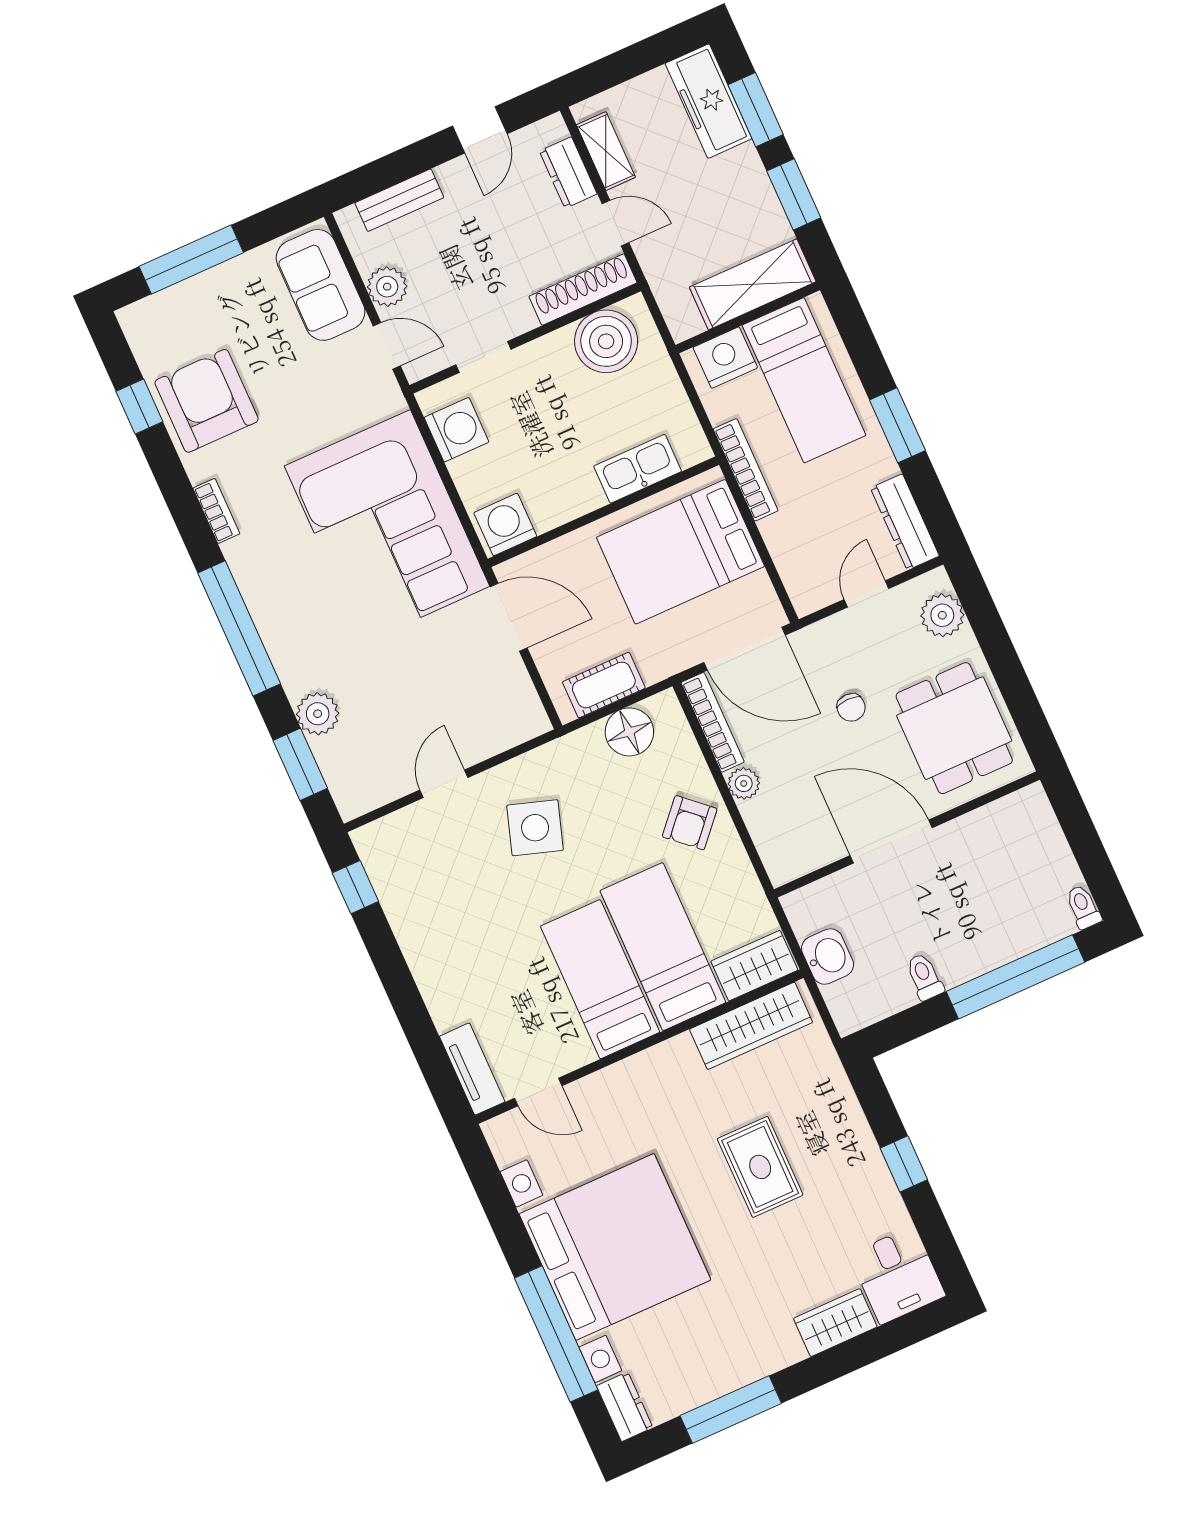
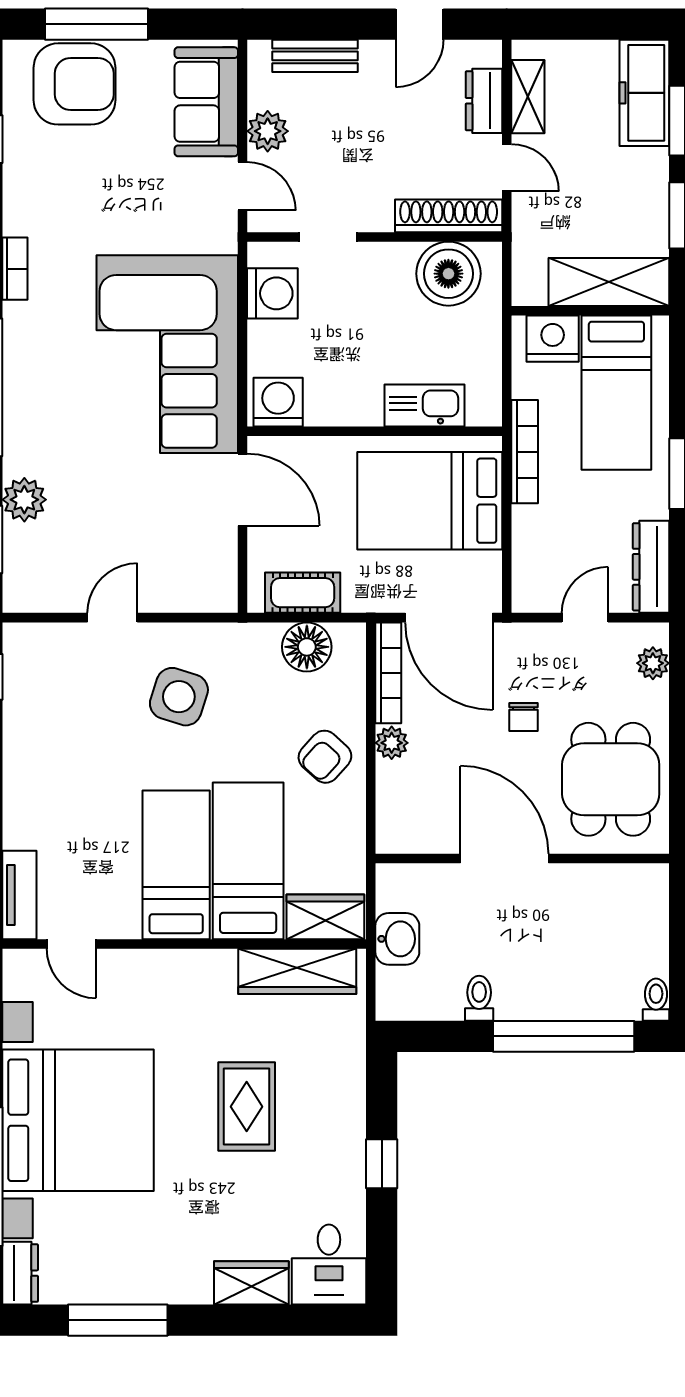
armchair: (207, 401) -> (74, 84), moved, turned 90
plant: (942, 615) -> (653, 663), width x0.73, depth x0.73

